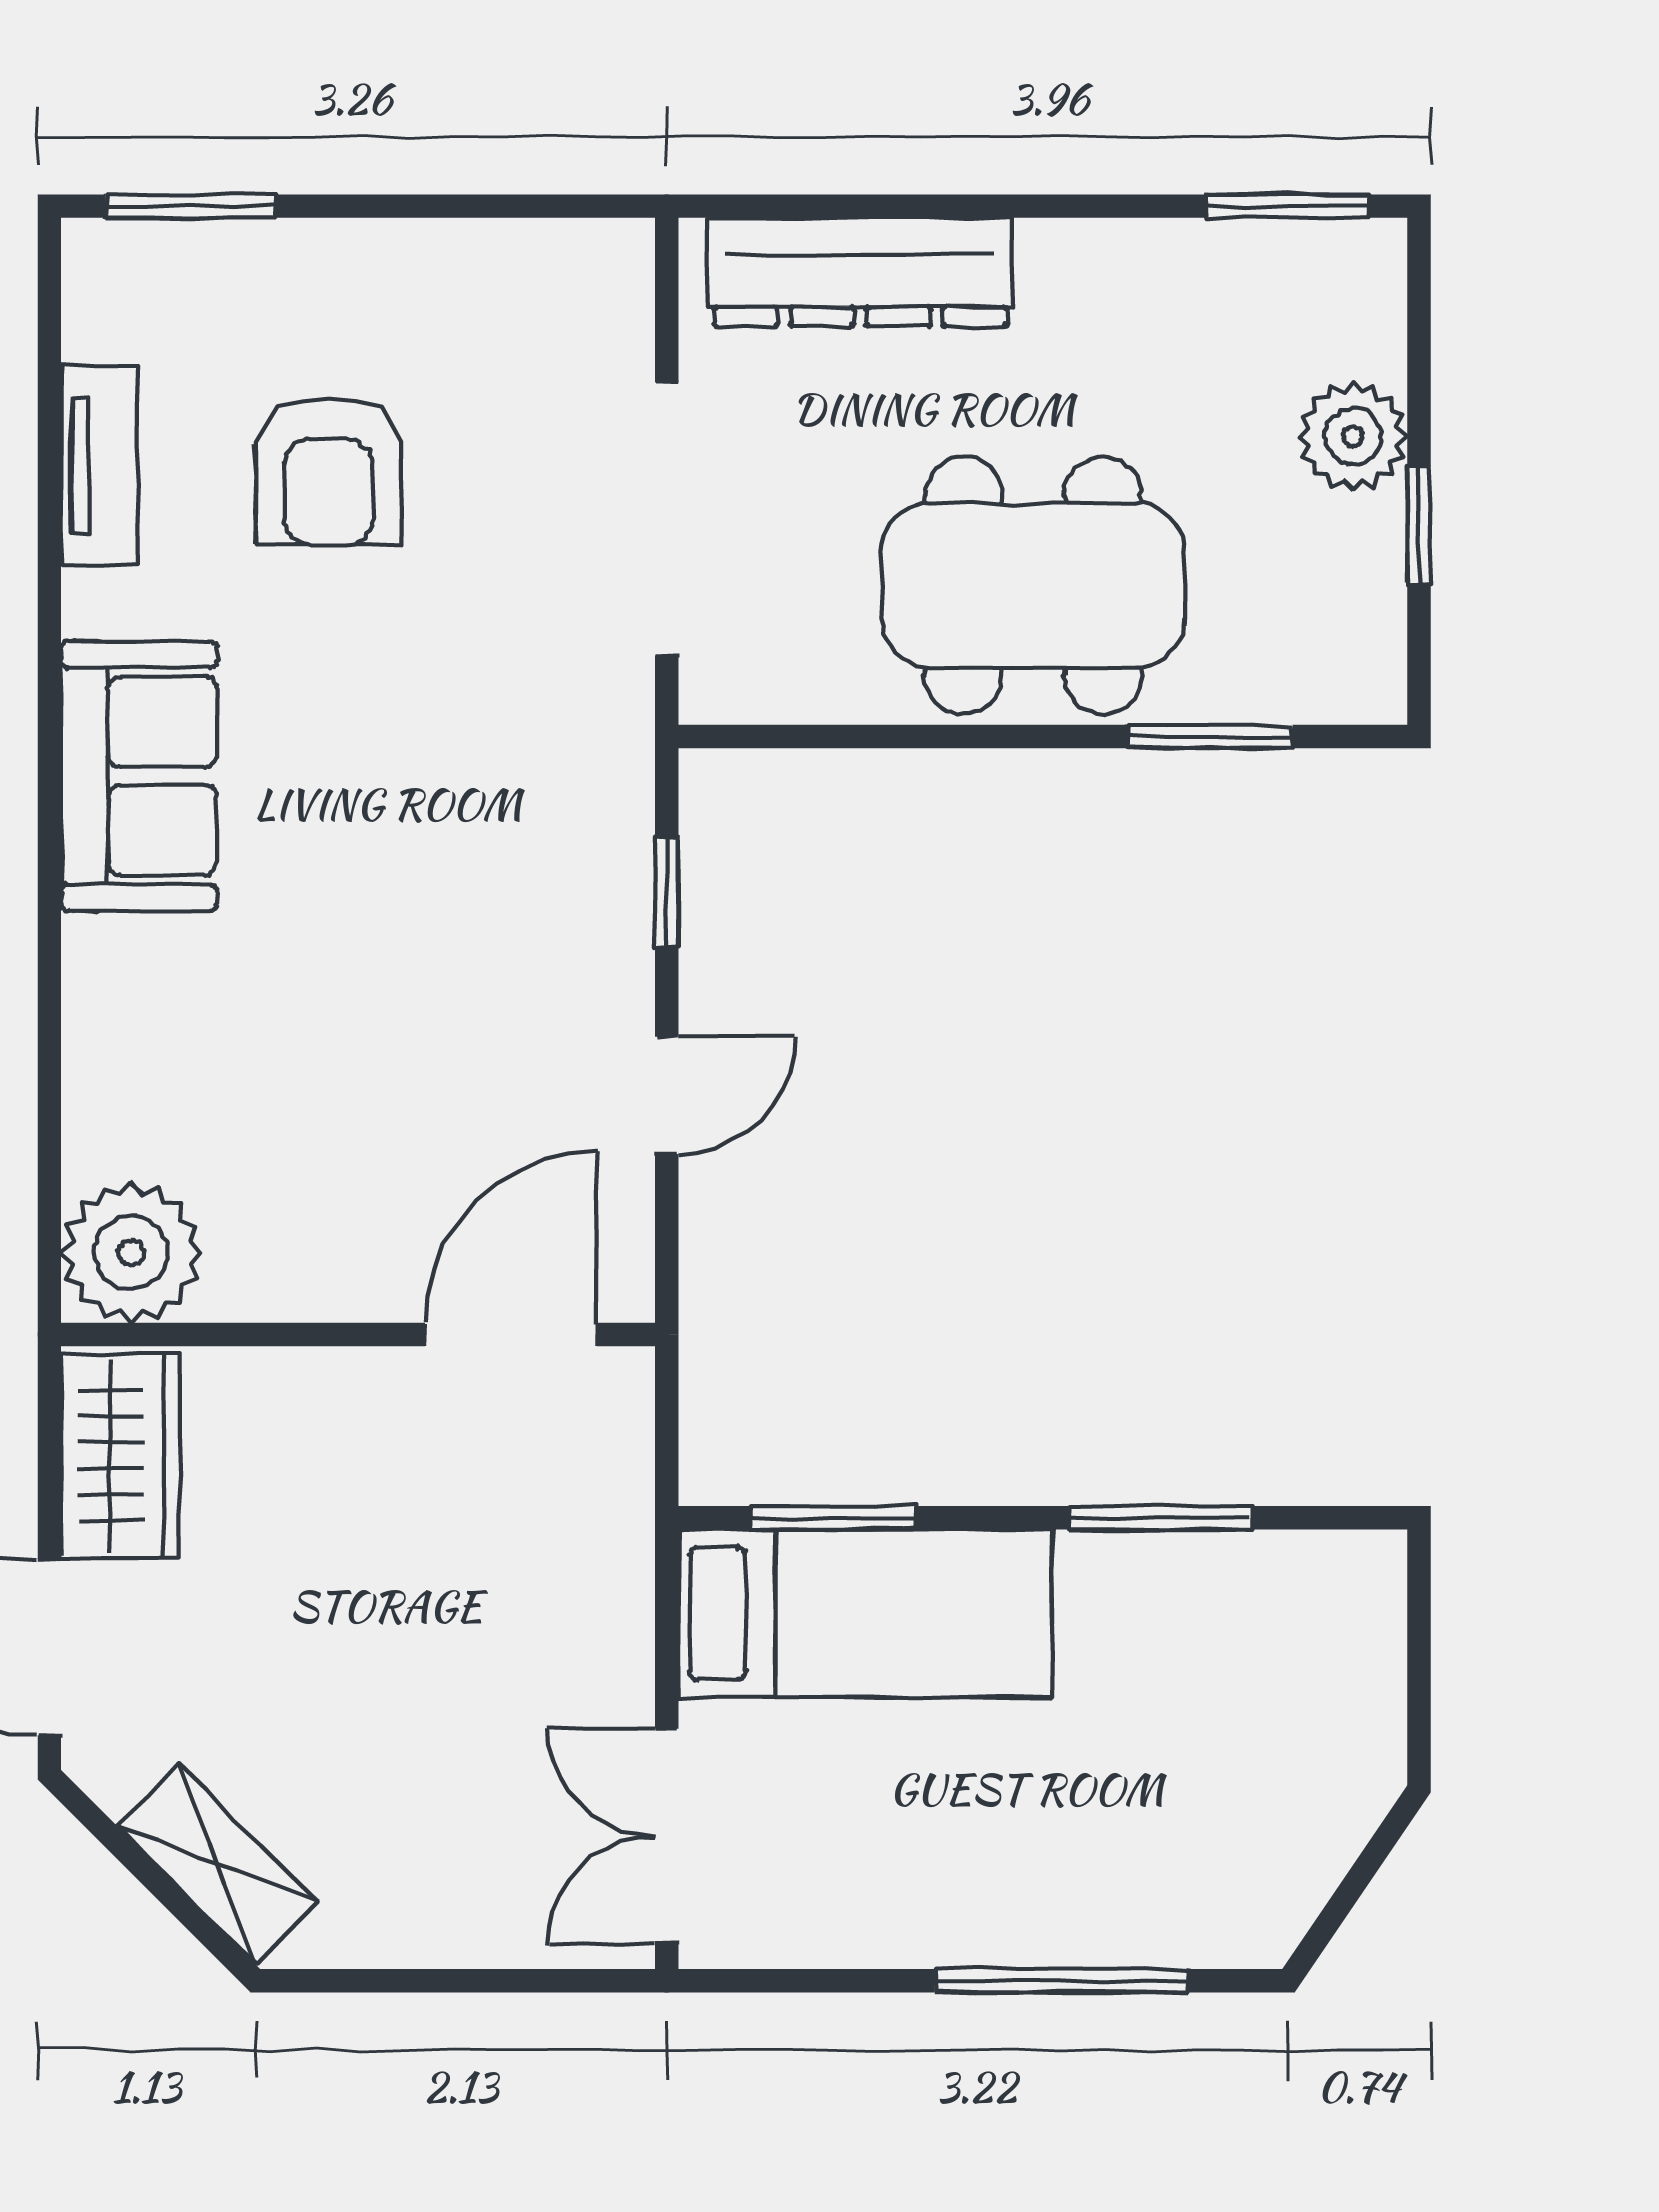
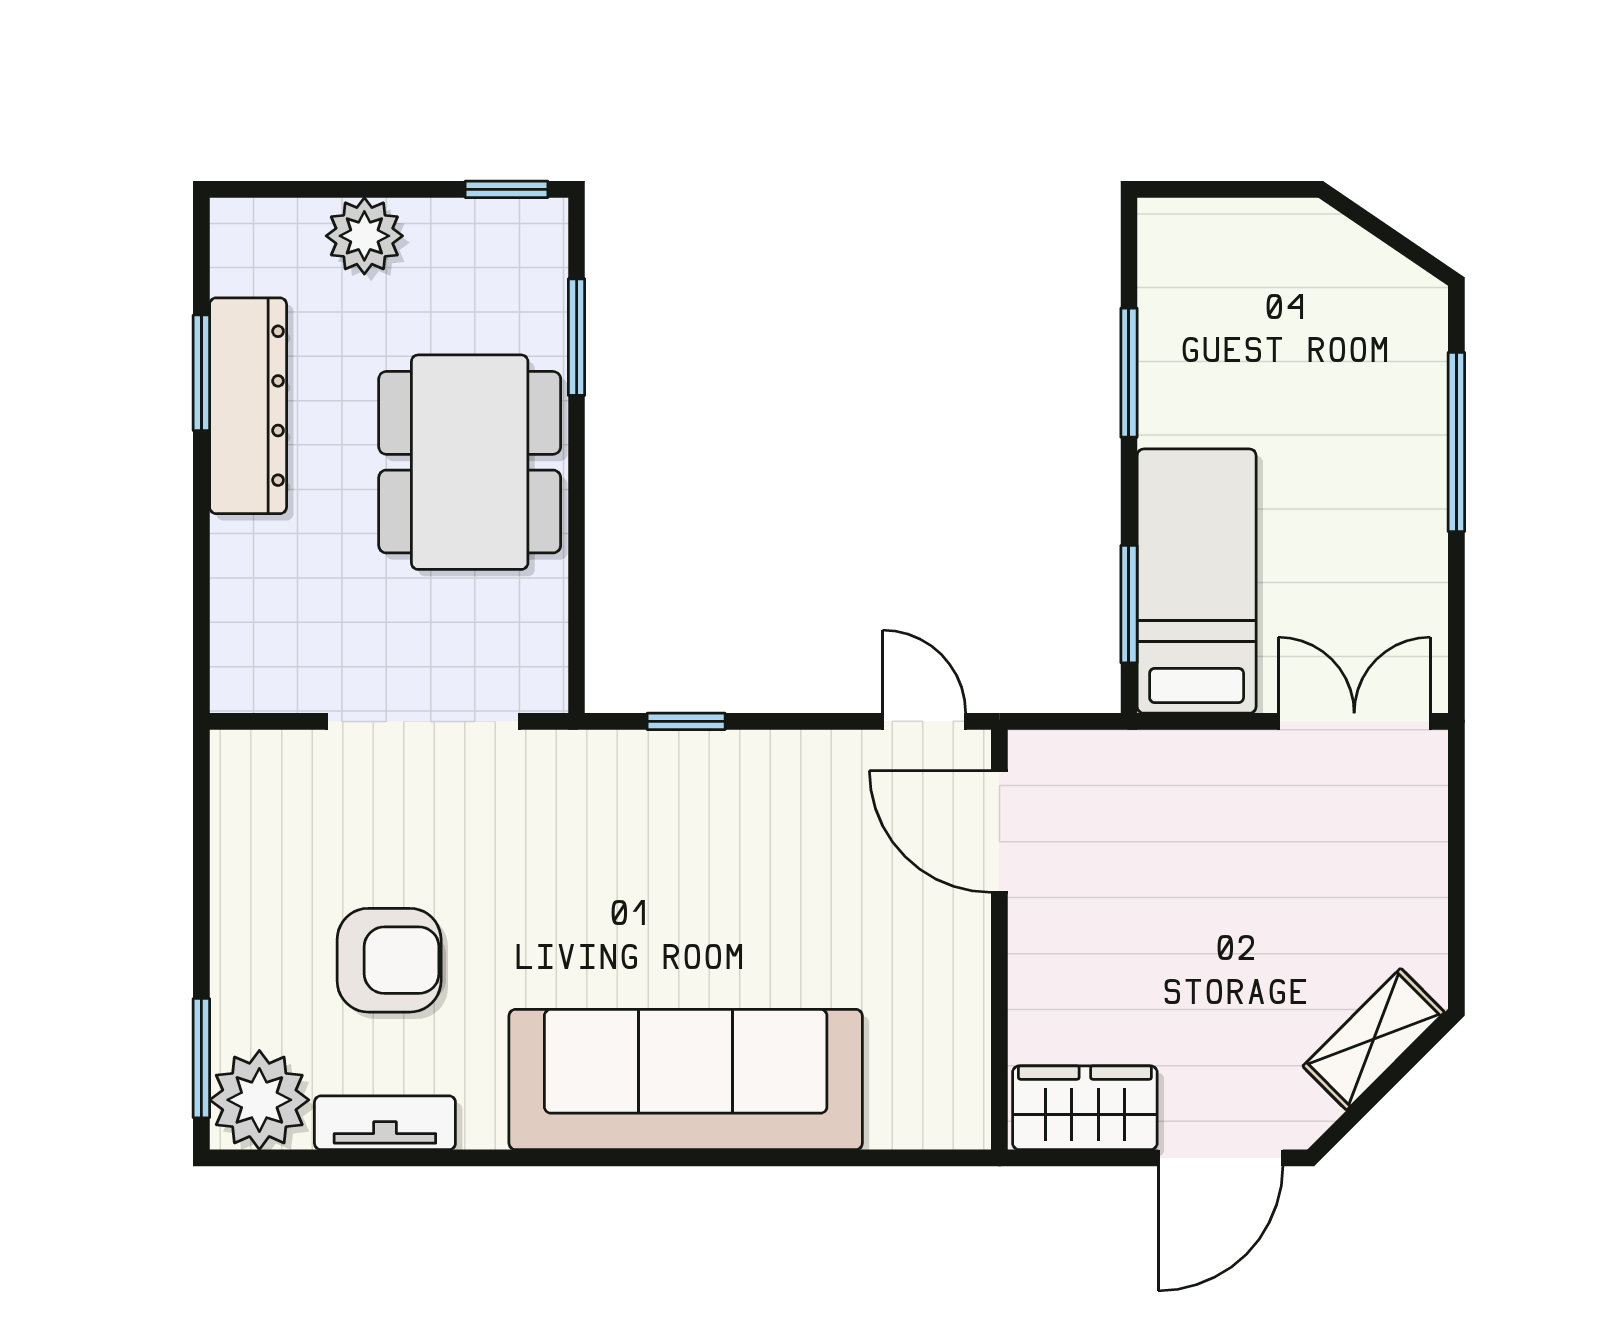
window: (1288, 206) -> (201, 373), moved
dresser: (860, 272) -> (248, 406), moved
window: (1419, 525) -> (507, 189), moved
sofa: (139, 776) -> (686, 1080), width x1.85, depth x1.27
door: (667, 1095) -> (924, 721), moved
plant: (131, 1253) -> (259, 1100), moved
double door: (667, 1836) -> (1354, 721), swing flipped

